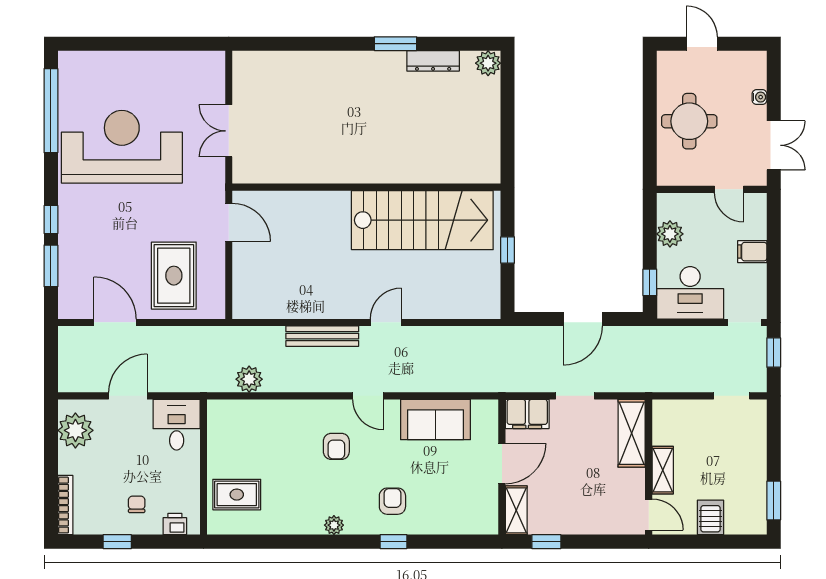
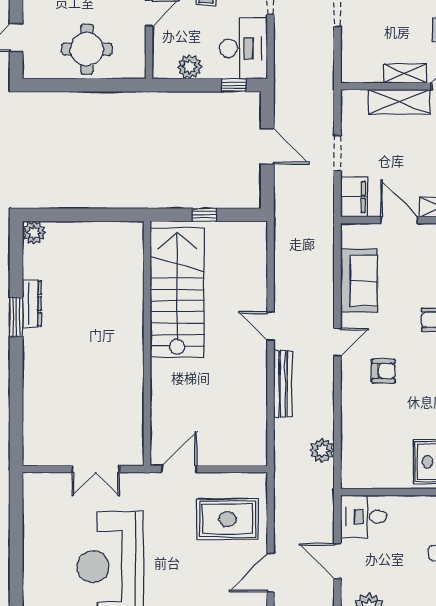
dresser: (433, 61) -> (32, 304), moved
shelving: (632, 433) -> (399, 102), moved

